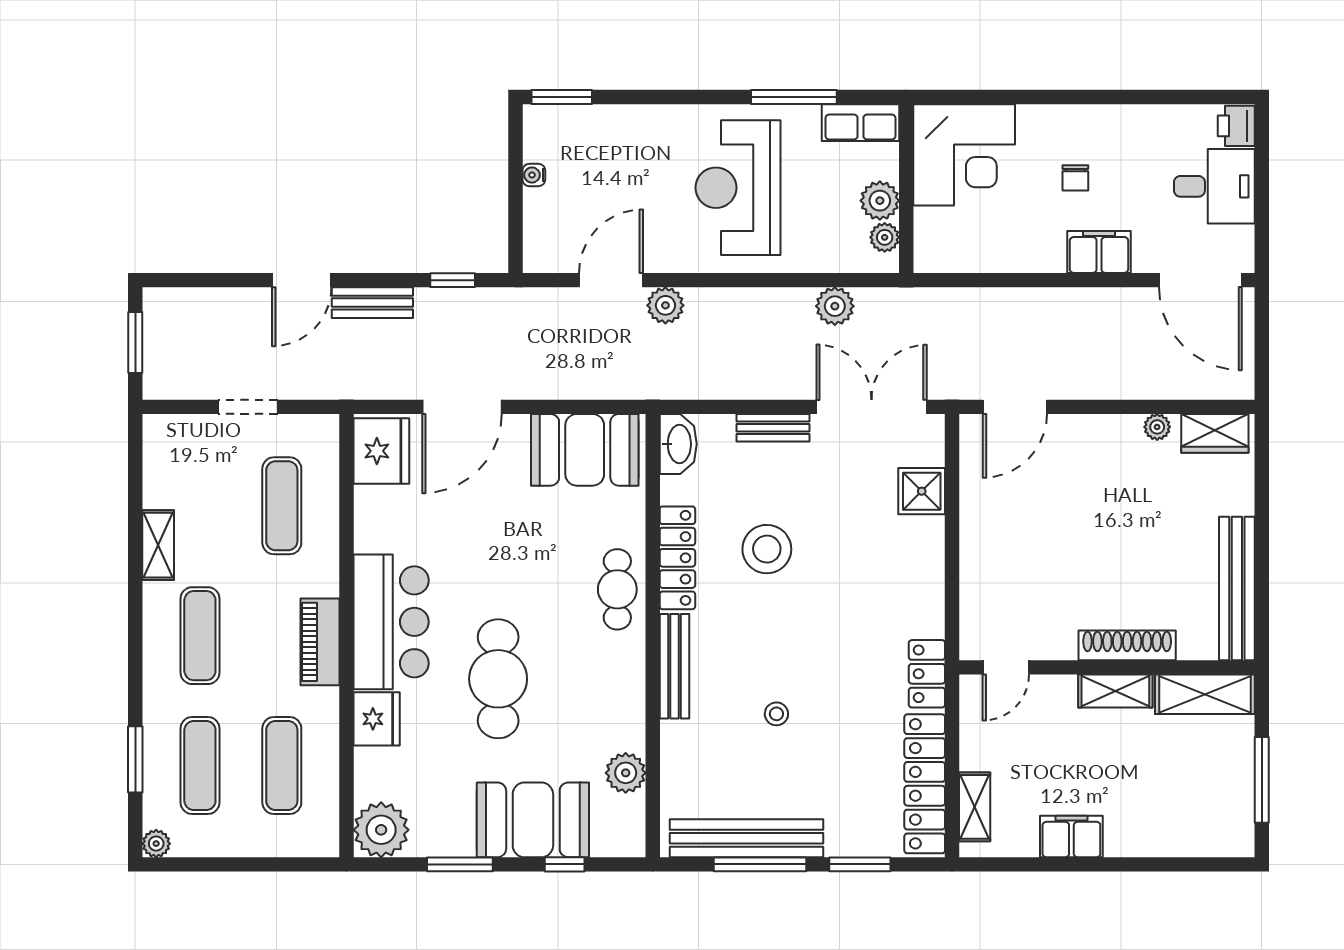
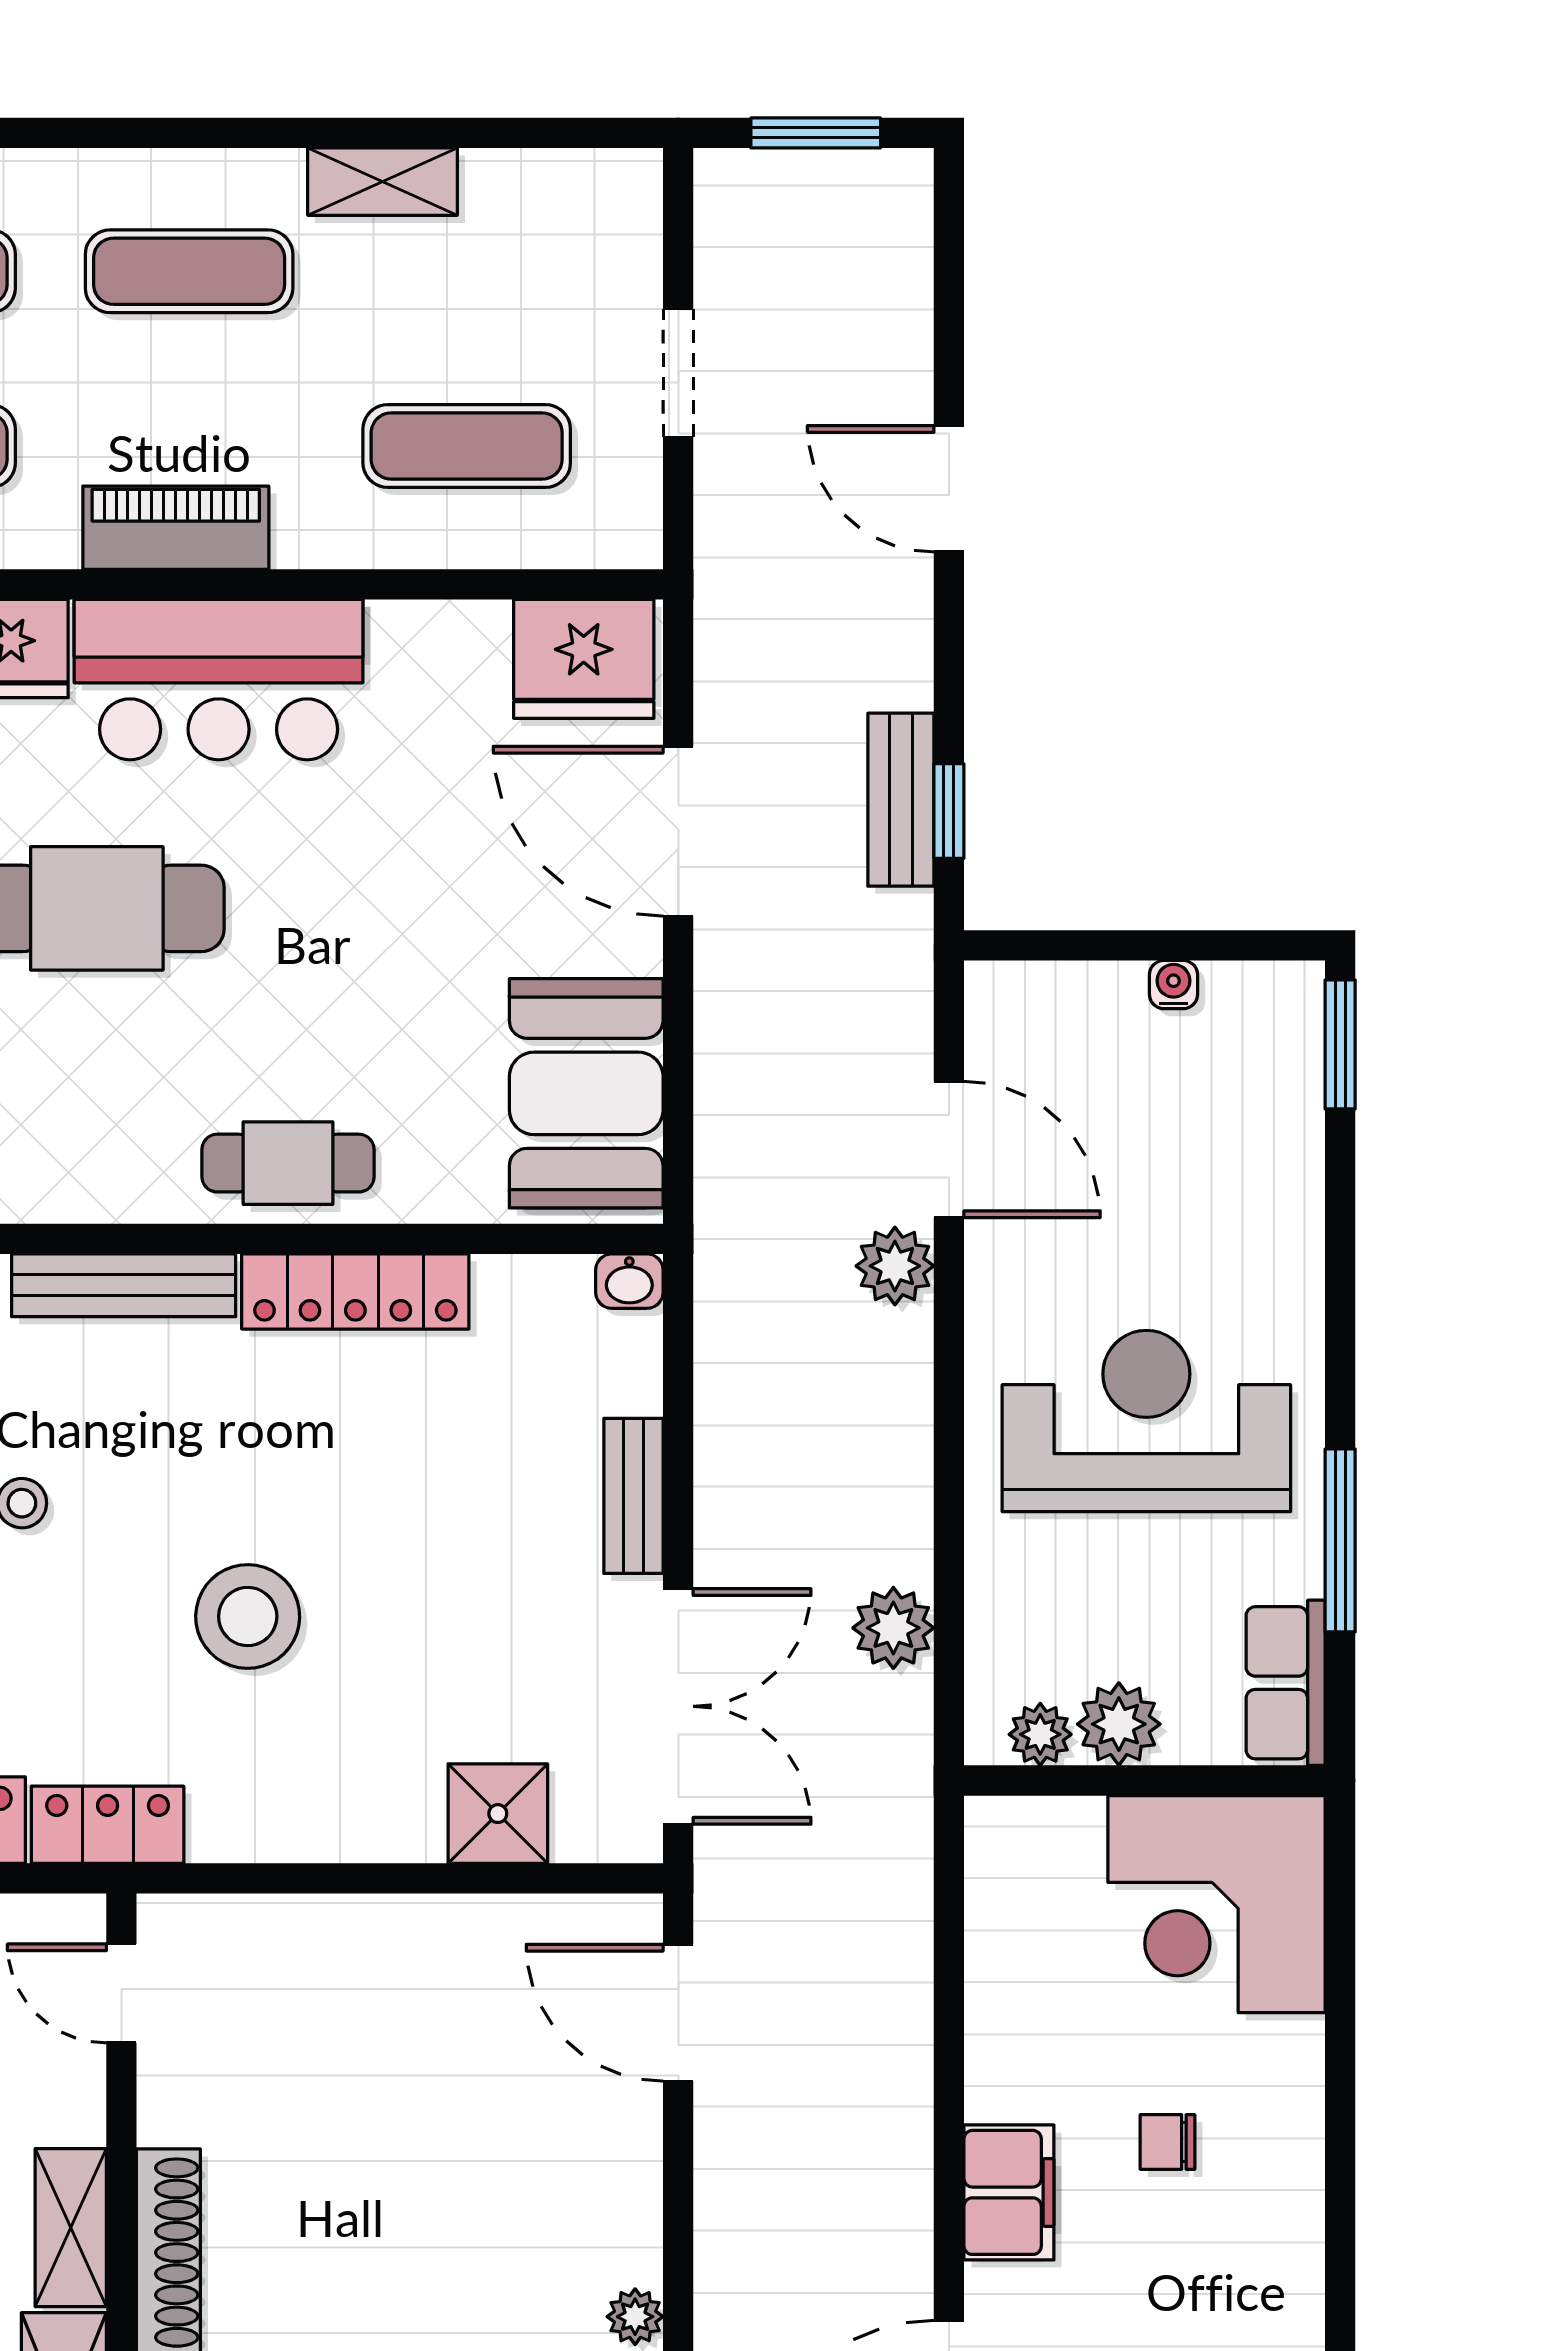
bench: (372, 303) -> (901, 800), moved
washbasin: (678, 444) -> (629, 1281), width x0.52, depth x0.69
stool: (767, 549) -> (248, 1617), moved

